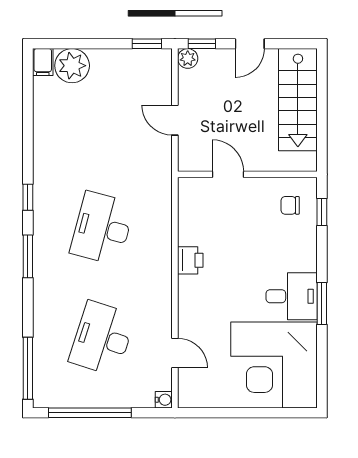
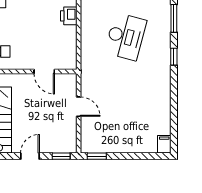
plant: (188, 58) -> (70, 147), removed
plant: (72, 66) -> (145, 142), removed

